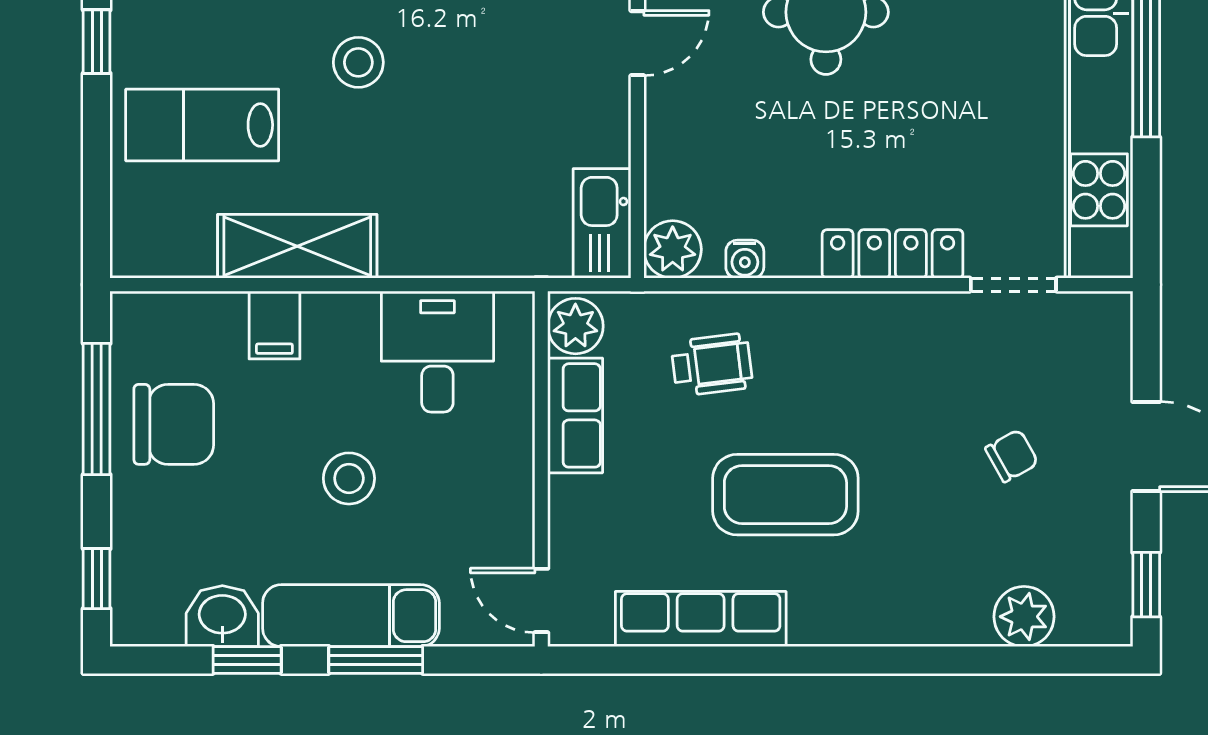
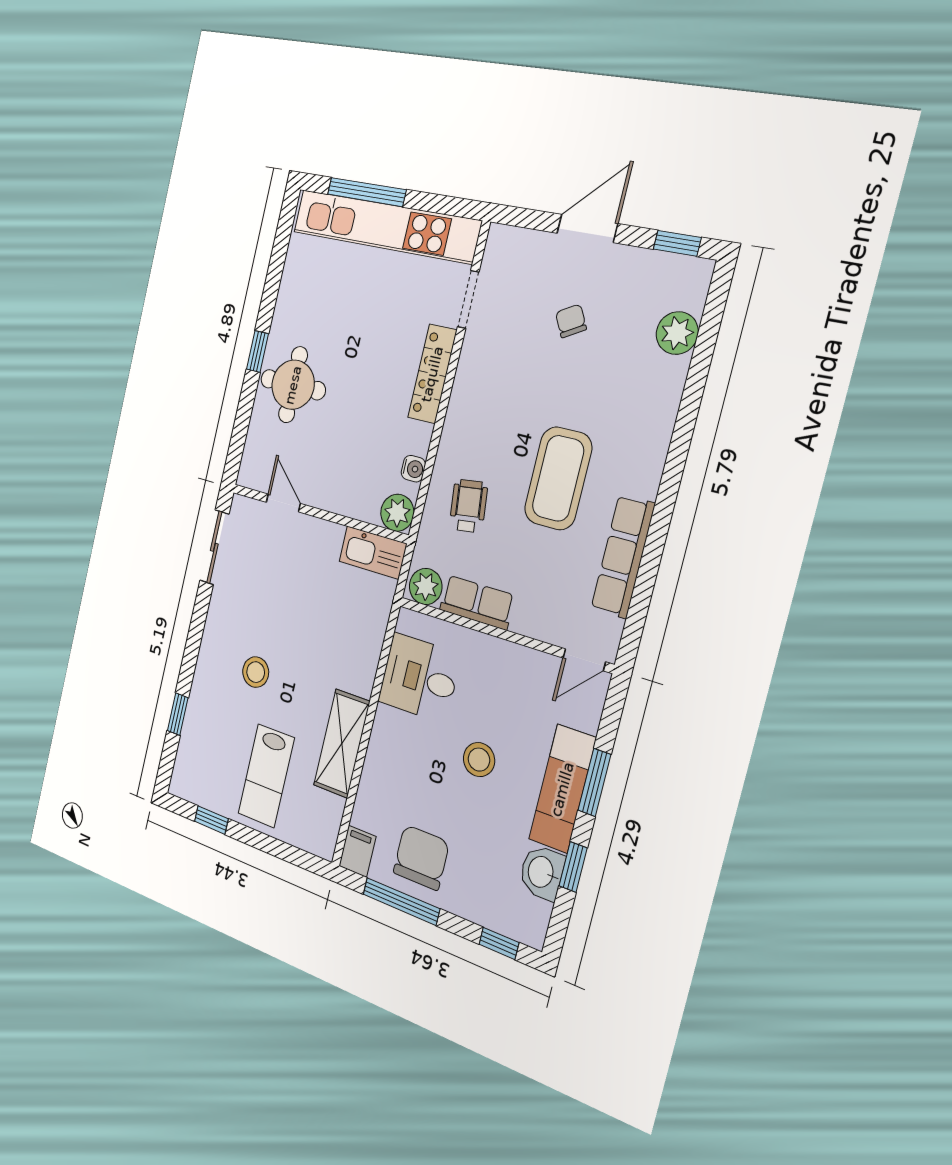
filing cabinet: (274, 325) -> (357, 851), moved, turned -90

